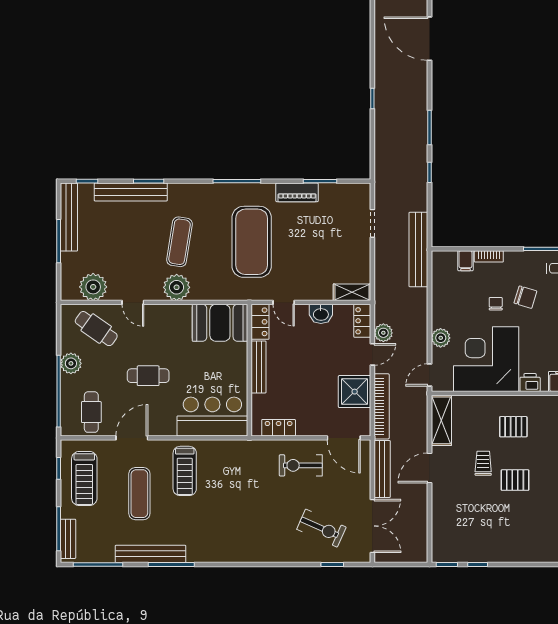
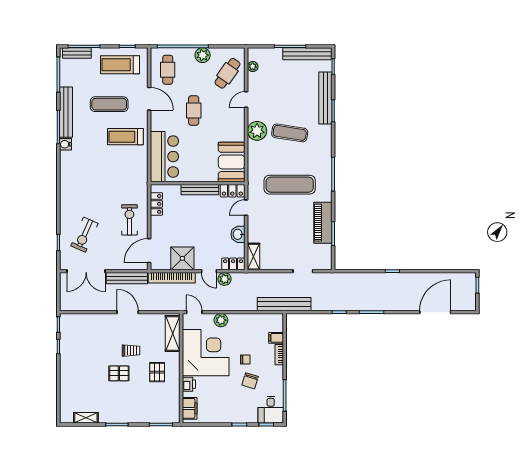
piano: (297, 192) -> (323, 223), width x1.37, depth x1.33
exercise mat: (252, 242) -> (290, 185), width x0.68
plant: (93, 287) -> (253, 67), width x0.53, depth x0.53
cafe table: (91, 412) -> (168, 70), turned 90
shelving: (441, 420) -> (173, 333), moved, turned 90
pallet: (515, 480) -> (119, 373), turned 90
water cooler: (195, 555) -> (65, 144), added

